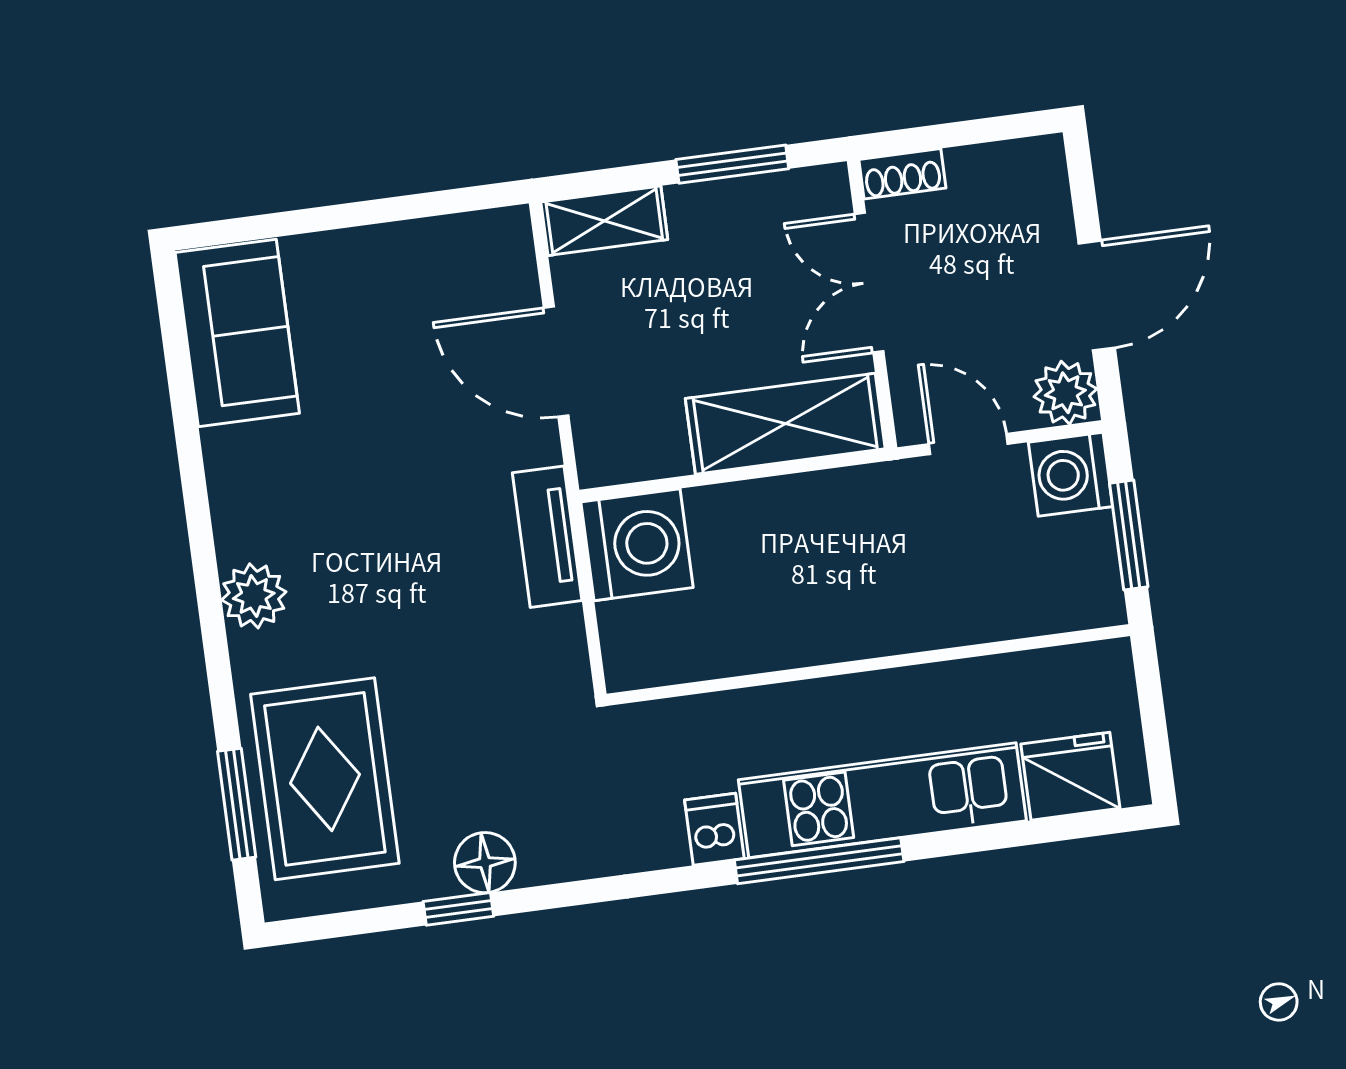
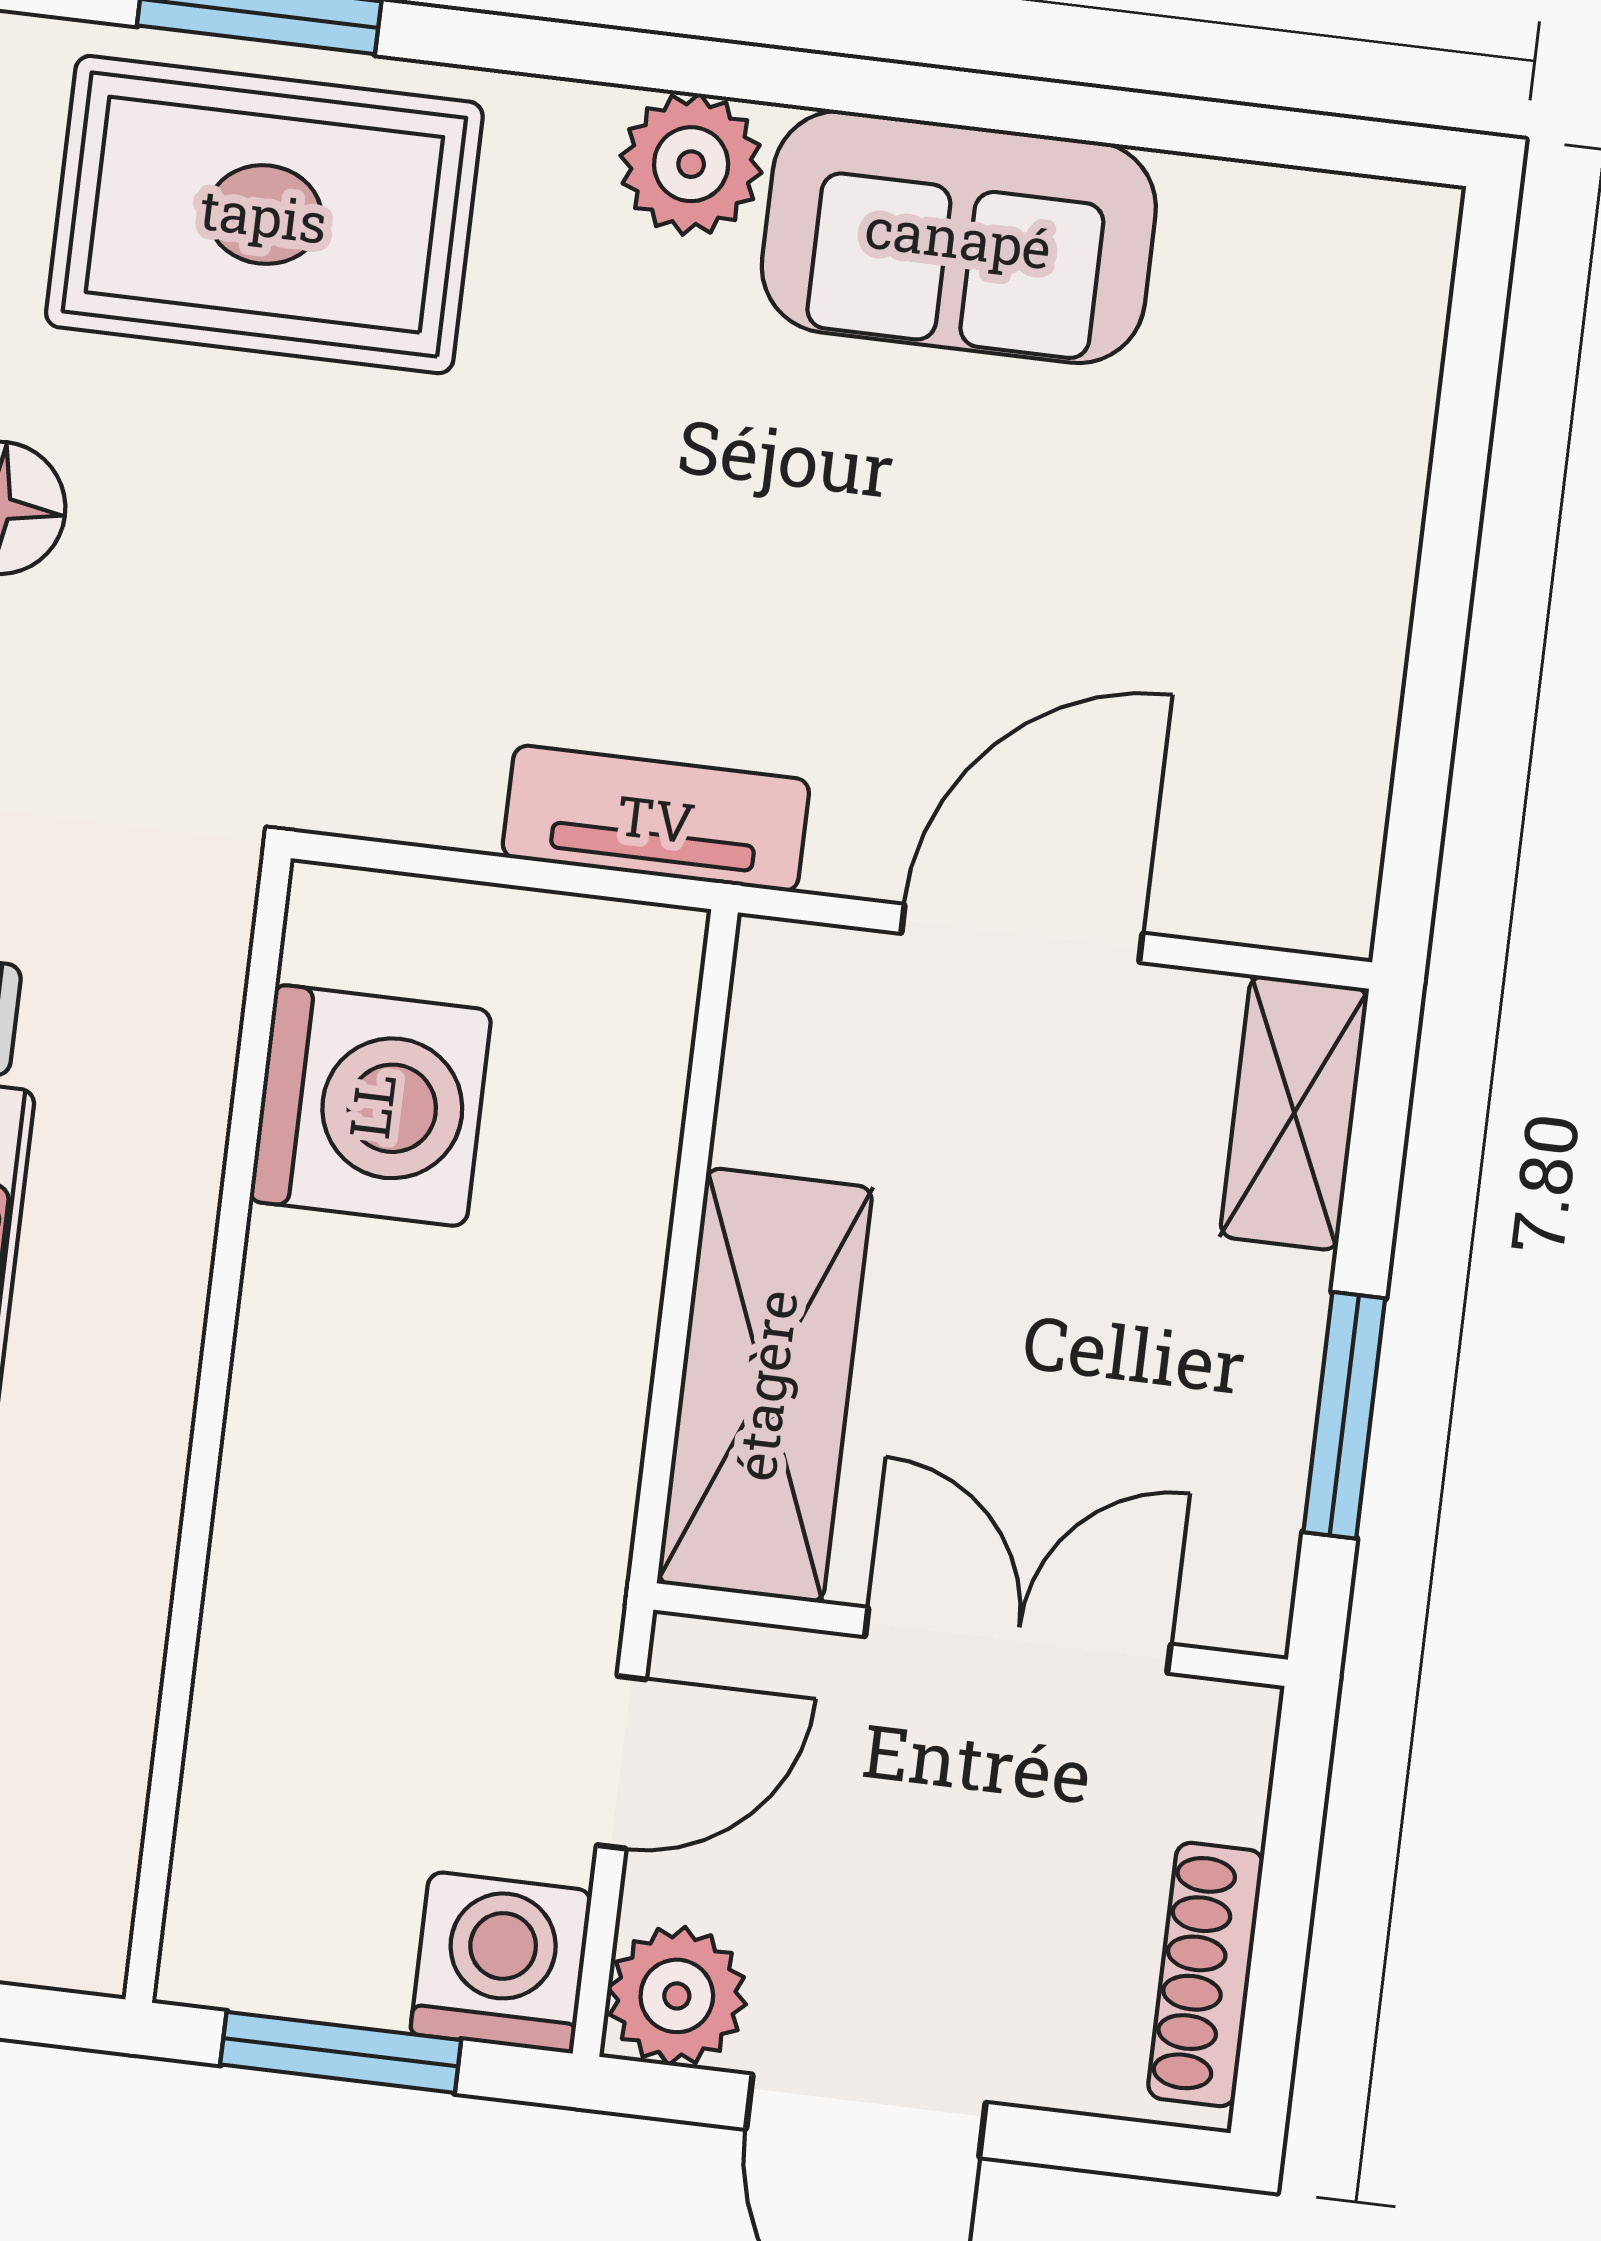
shoe rack: (902, 174) -> (1206, 1974), moved, width x1.43
sofa: (237, 333) -> (959, 237), moved
washing machine: (637, 545) -> (371, 1106), moved, turned -90

